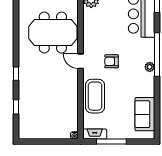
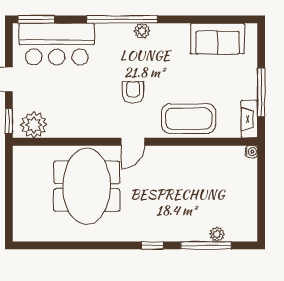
armchair: (112, 61) -> (133, 92), turned 180
window: (16, 107) -> (206, 245), width x2.17
plant: (23, 114) -> (217, 234), added

